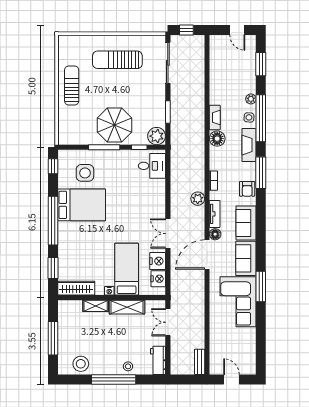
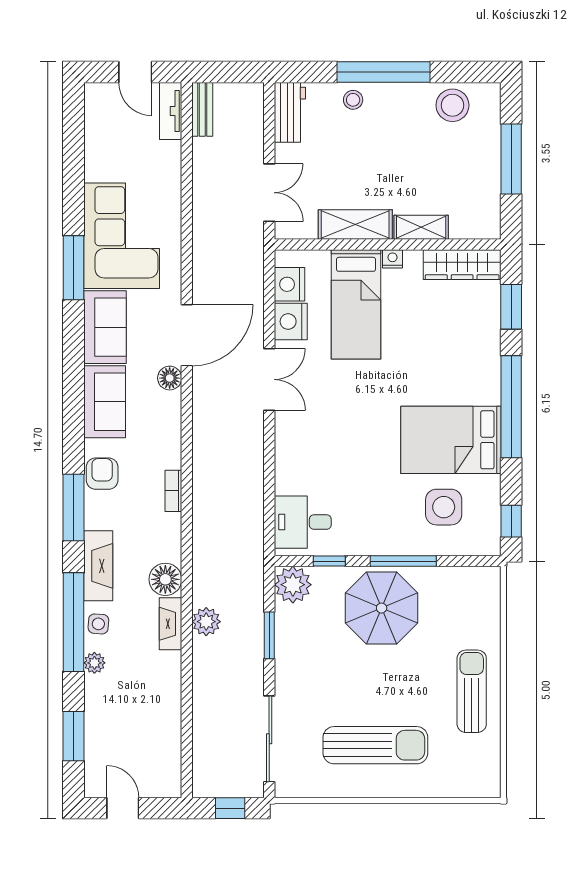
sun lounger: (72, 85) -> (472, 691), turned 180
plant: (198, 199) -> (206, 622), moved
tv unit: (215, 214) -> (171, 111), moved

